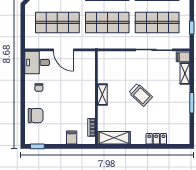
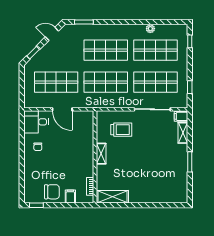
trolley: (141, 95) -> (121, 130), moved, turned -43
chair: (36, 116) -> (52, 192), moved
locker: (156, 139) -> (155, 198), removed

